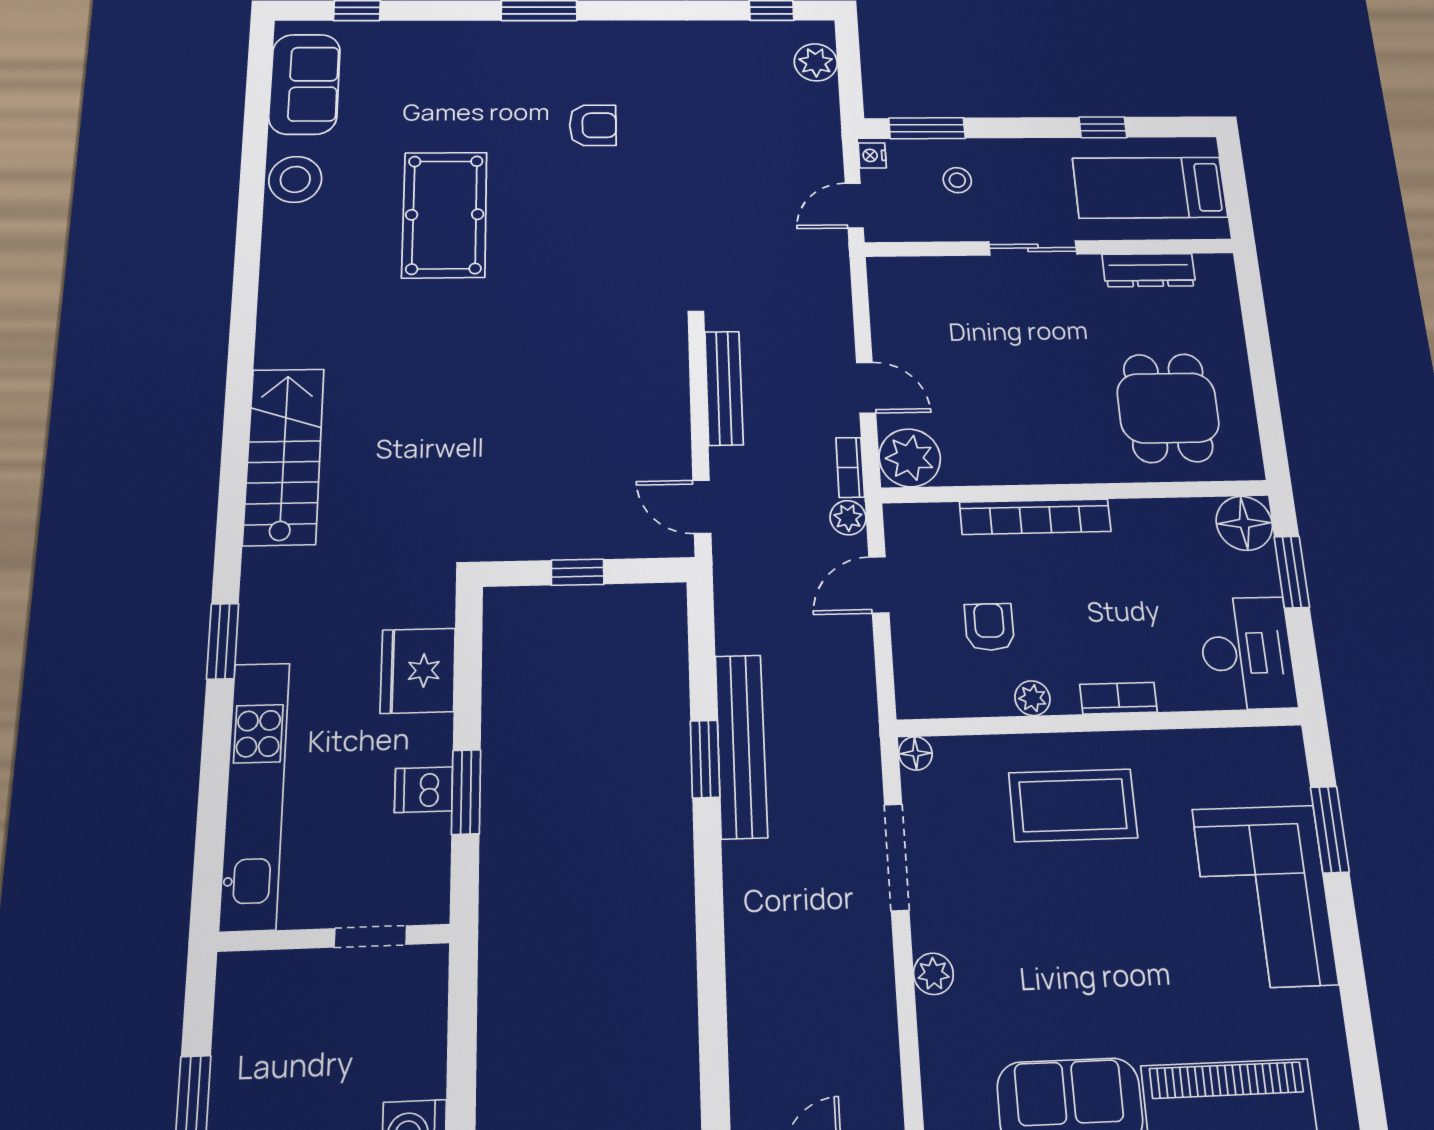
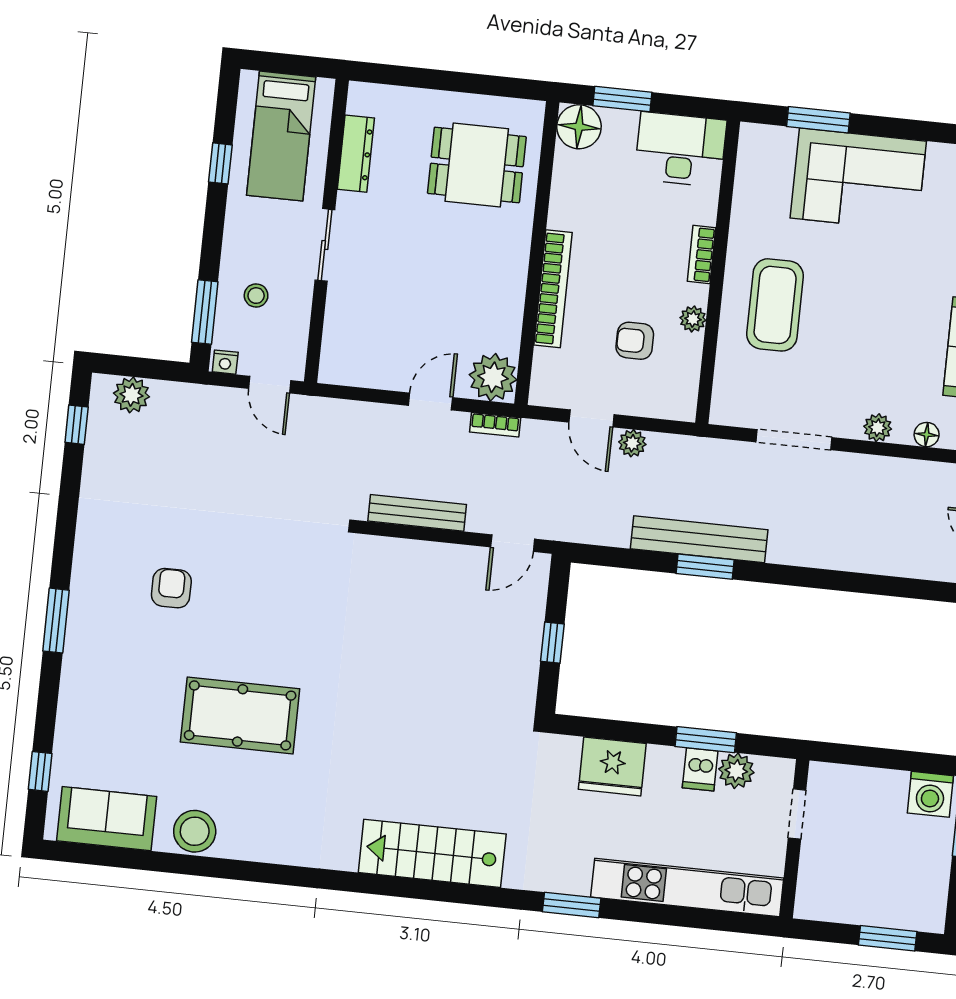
plant: (848, 518) -> (632, 443), moved
floor lamp: (915, 753) -> (927, 435), moved
plant: (426, 841) -> (736, 771), added

